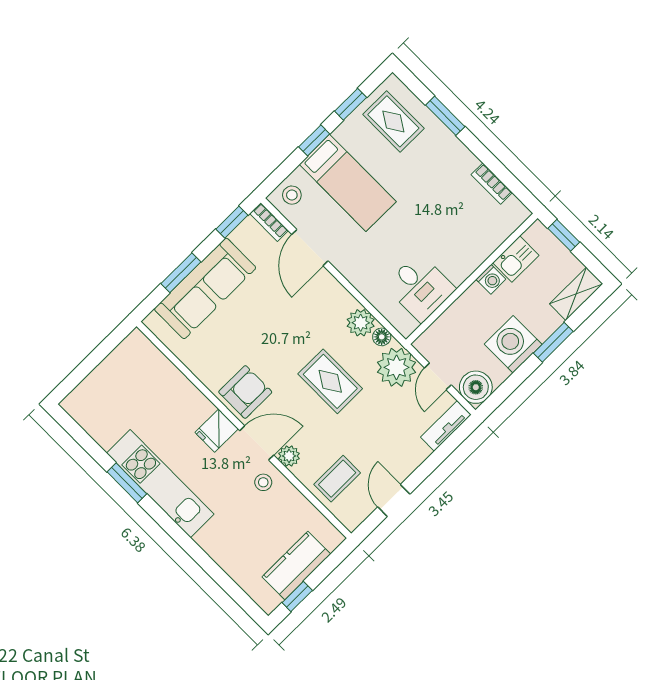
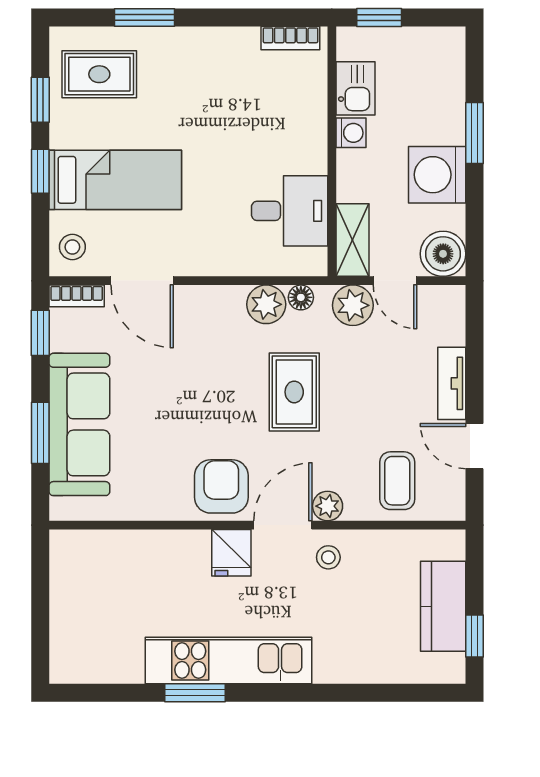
bookcase: (492, 184) -> (290, 38), moved
shelving: (576, 294) -> (352, 240), moved
plant: (397, 367) -> (353, 305), width x0.73, depth x0.73
rug: (330, 381) -> (294, 392), turned 90
tv unit: (446, 426) -> (452, 383), moved

